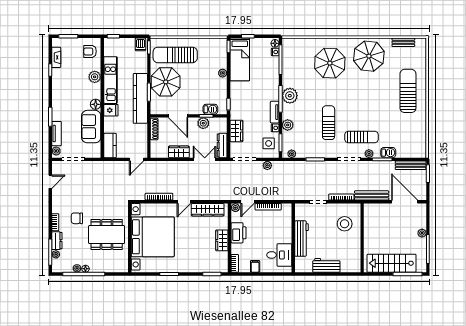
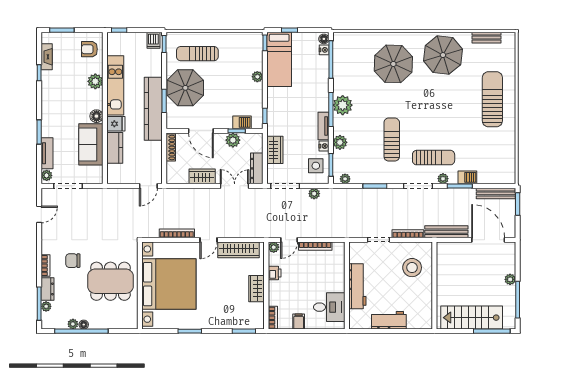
sun lounger: (175, 55) -> (197, 54), width x0.73, depth x0.75
kitchen counter: (110, 146) -> (115, 148), moved
printer: (238, 233) -> (275, 273), width x0.53, depth x0.68

